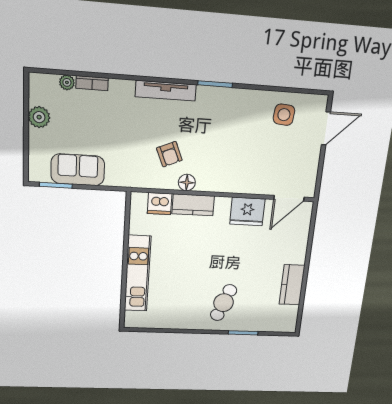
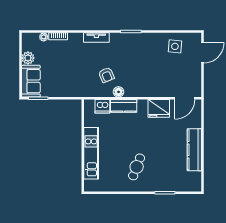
tv unit: (166, 91) -> (96, 37), width x0.71
sofa: (78, 170) -> (31, 81), moved, turned 90
kitchen counter: (292, 285) -> (194, 150), width x1.50
cafe table: (224, 303) -> (137, 167), moved

